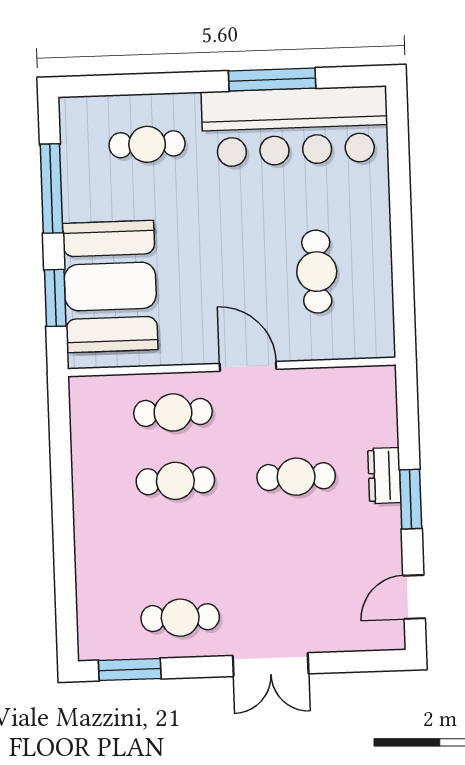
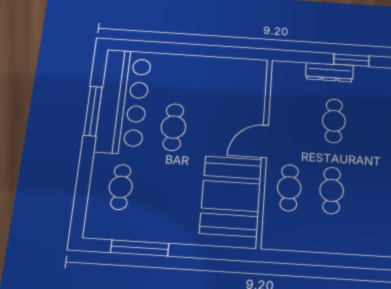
cafe table: (317, 272) -> (173, 127), moved, turned 90
booth: (110, 286) -> (231, 196), moved, turned 90
window: (55, 298) -> (210, 252), removed
dresser: (384, 475) -> (329, 72), width x1.44

